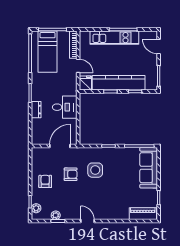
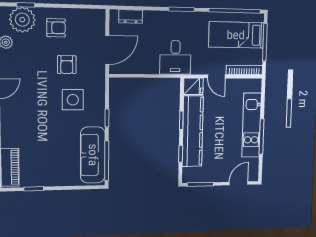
door: (78, 66) -> (216, 76), hinge flipped
desk: (65, 107) -> (175, 57), moved
dresser: (36, 110) -> (131, 16), moved
door: (60, 146) -> (107, 50), hinge flipped
sofa: (149, 168) -> (93, 155), moved, turned -90
plant: (36, 208) -> (22, 20), width x1.88, depth x1.88

